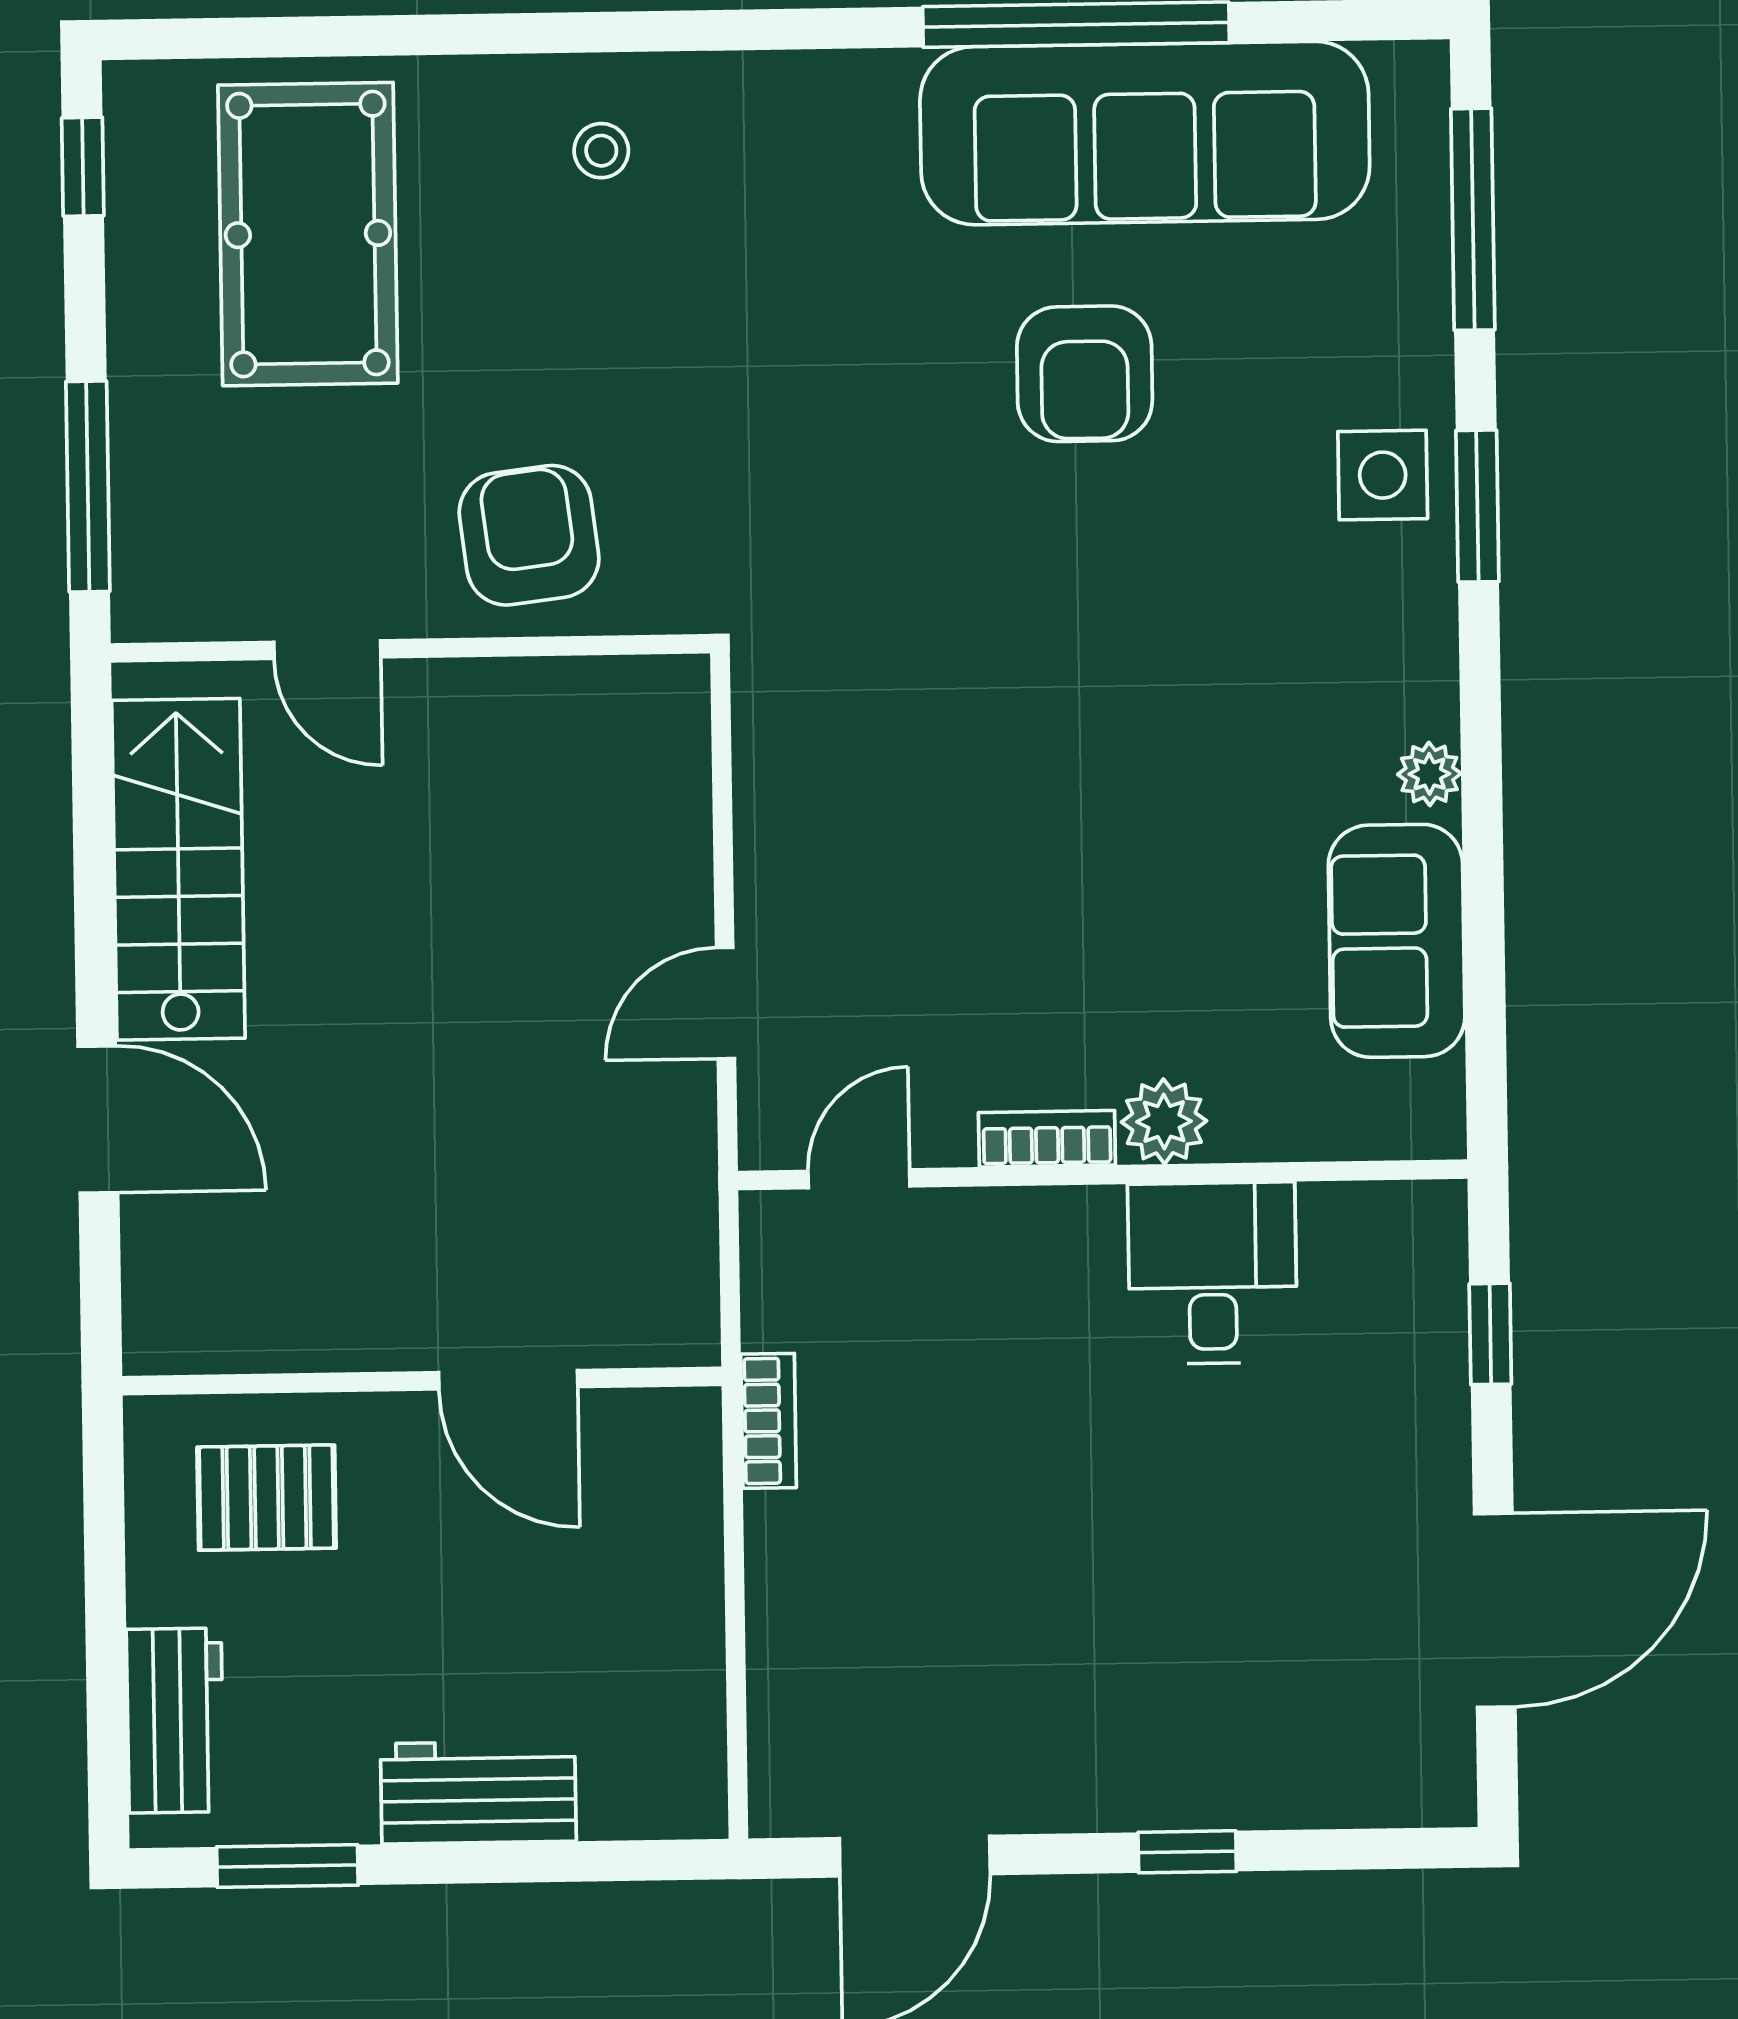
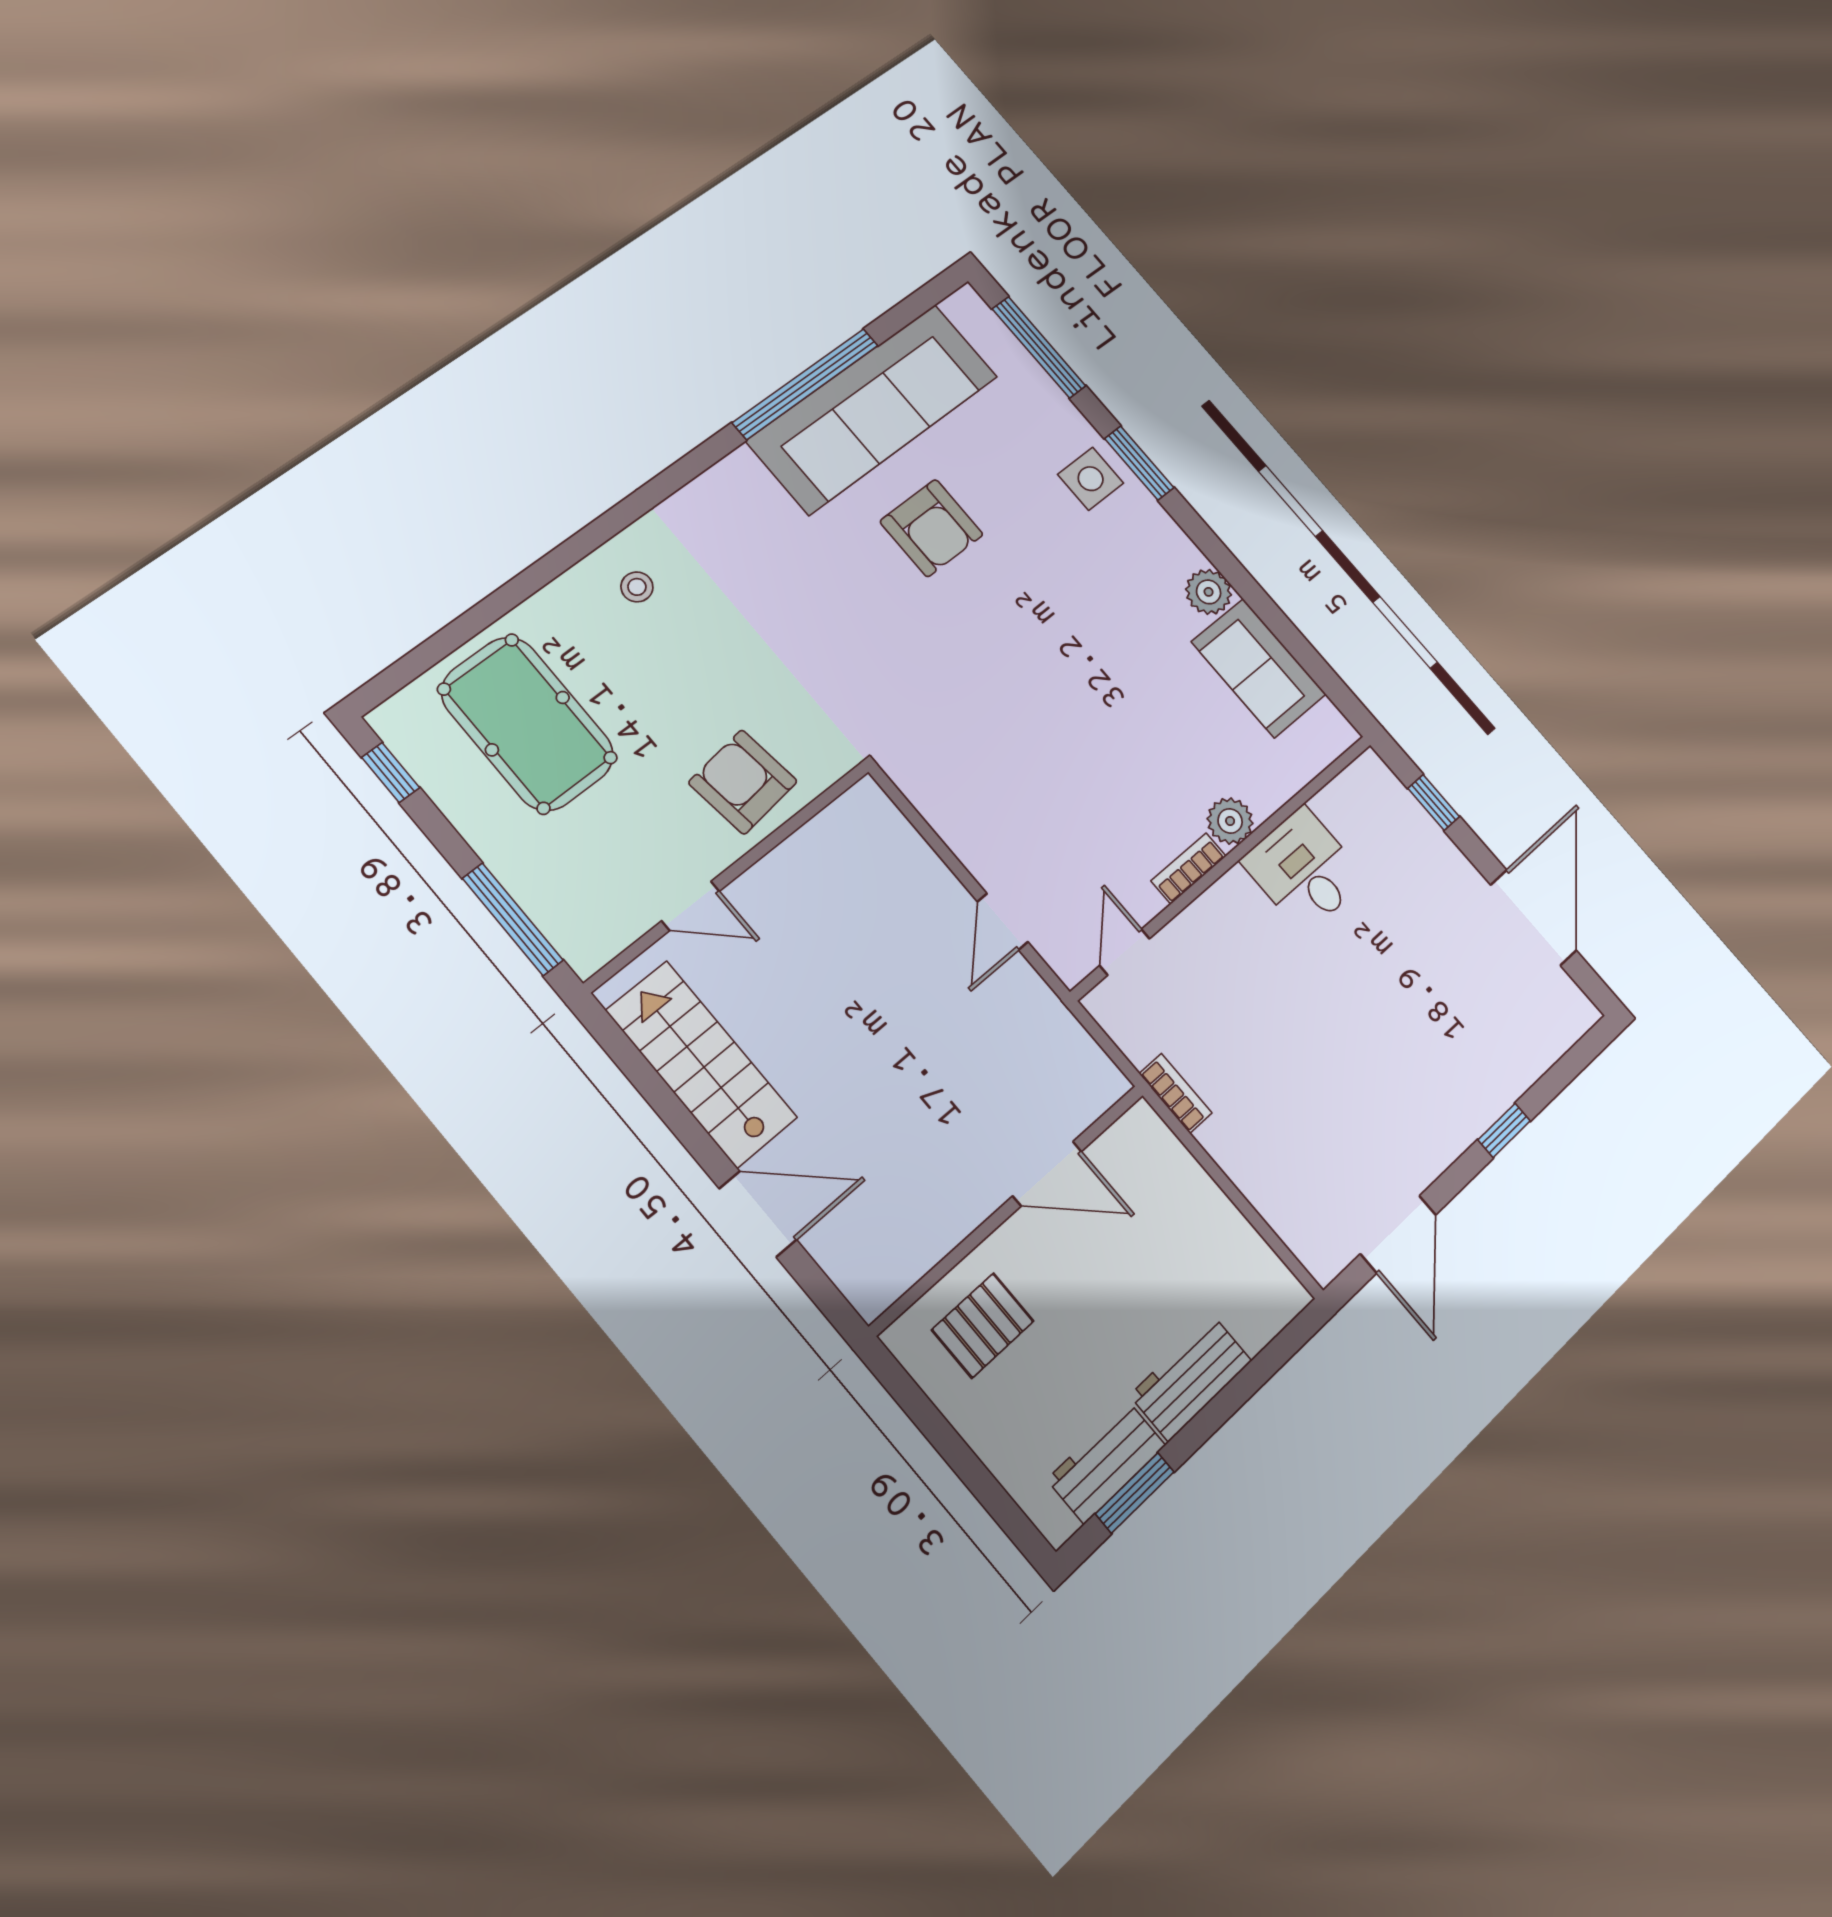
plant: (1429, 774) -> (1209, 592), width x1.38, depth x1.38
workbench: (175, 1721) -> (1106, 1462), moved, turned -90

